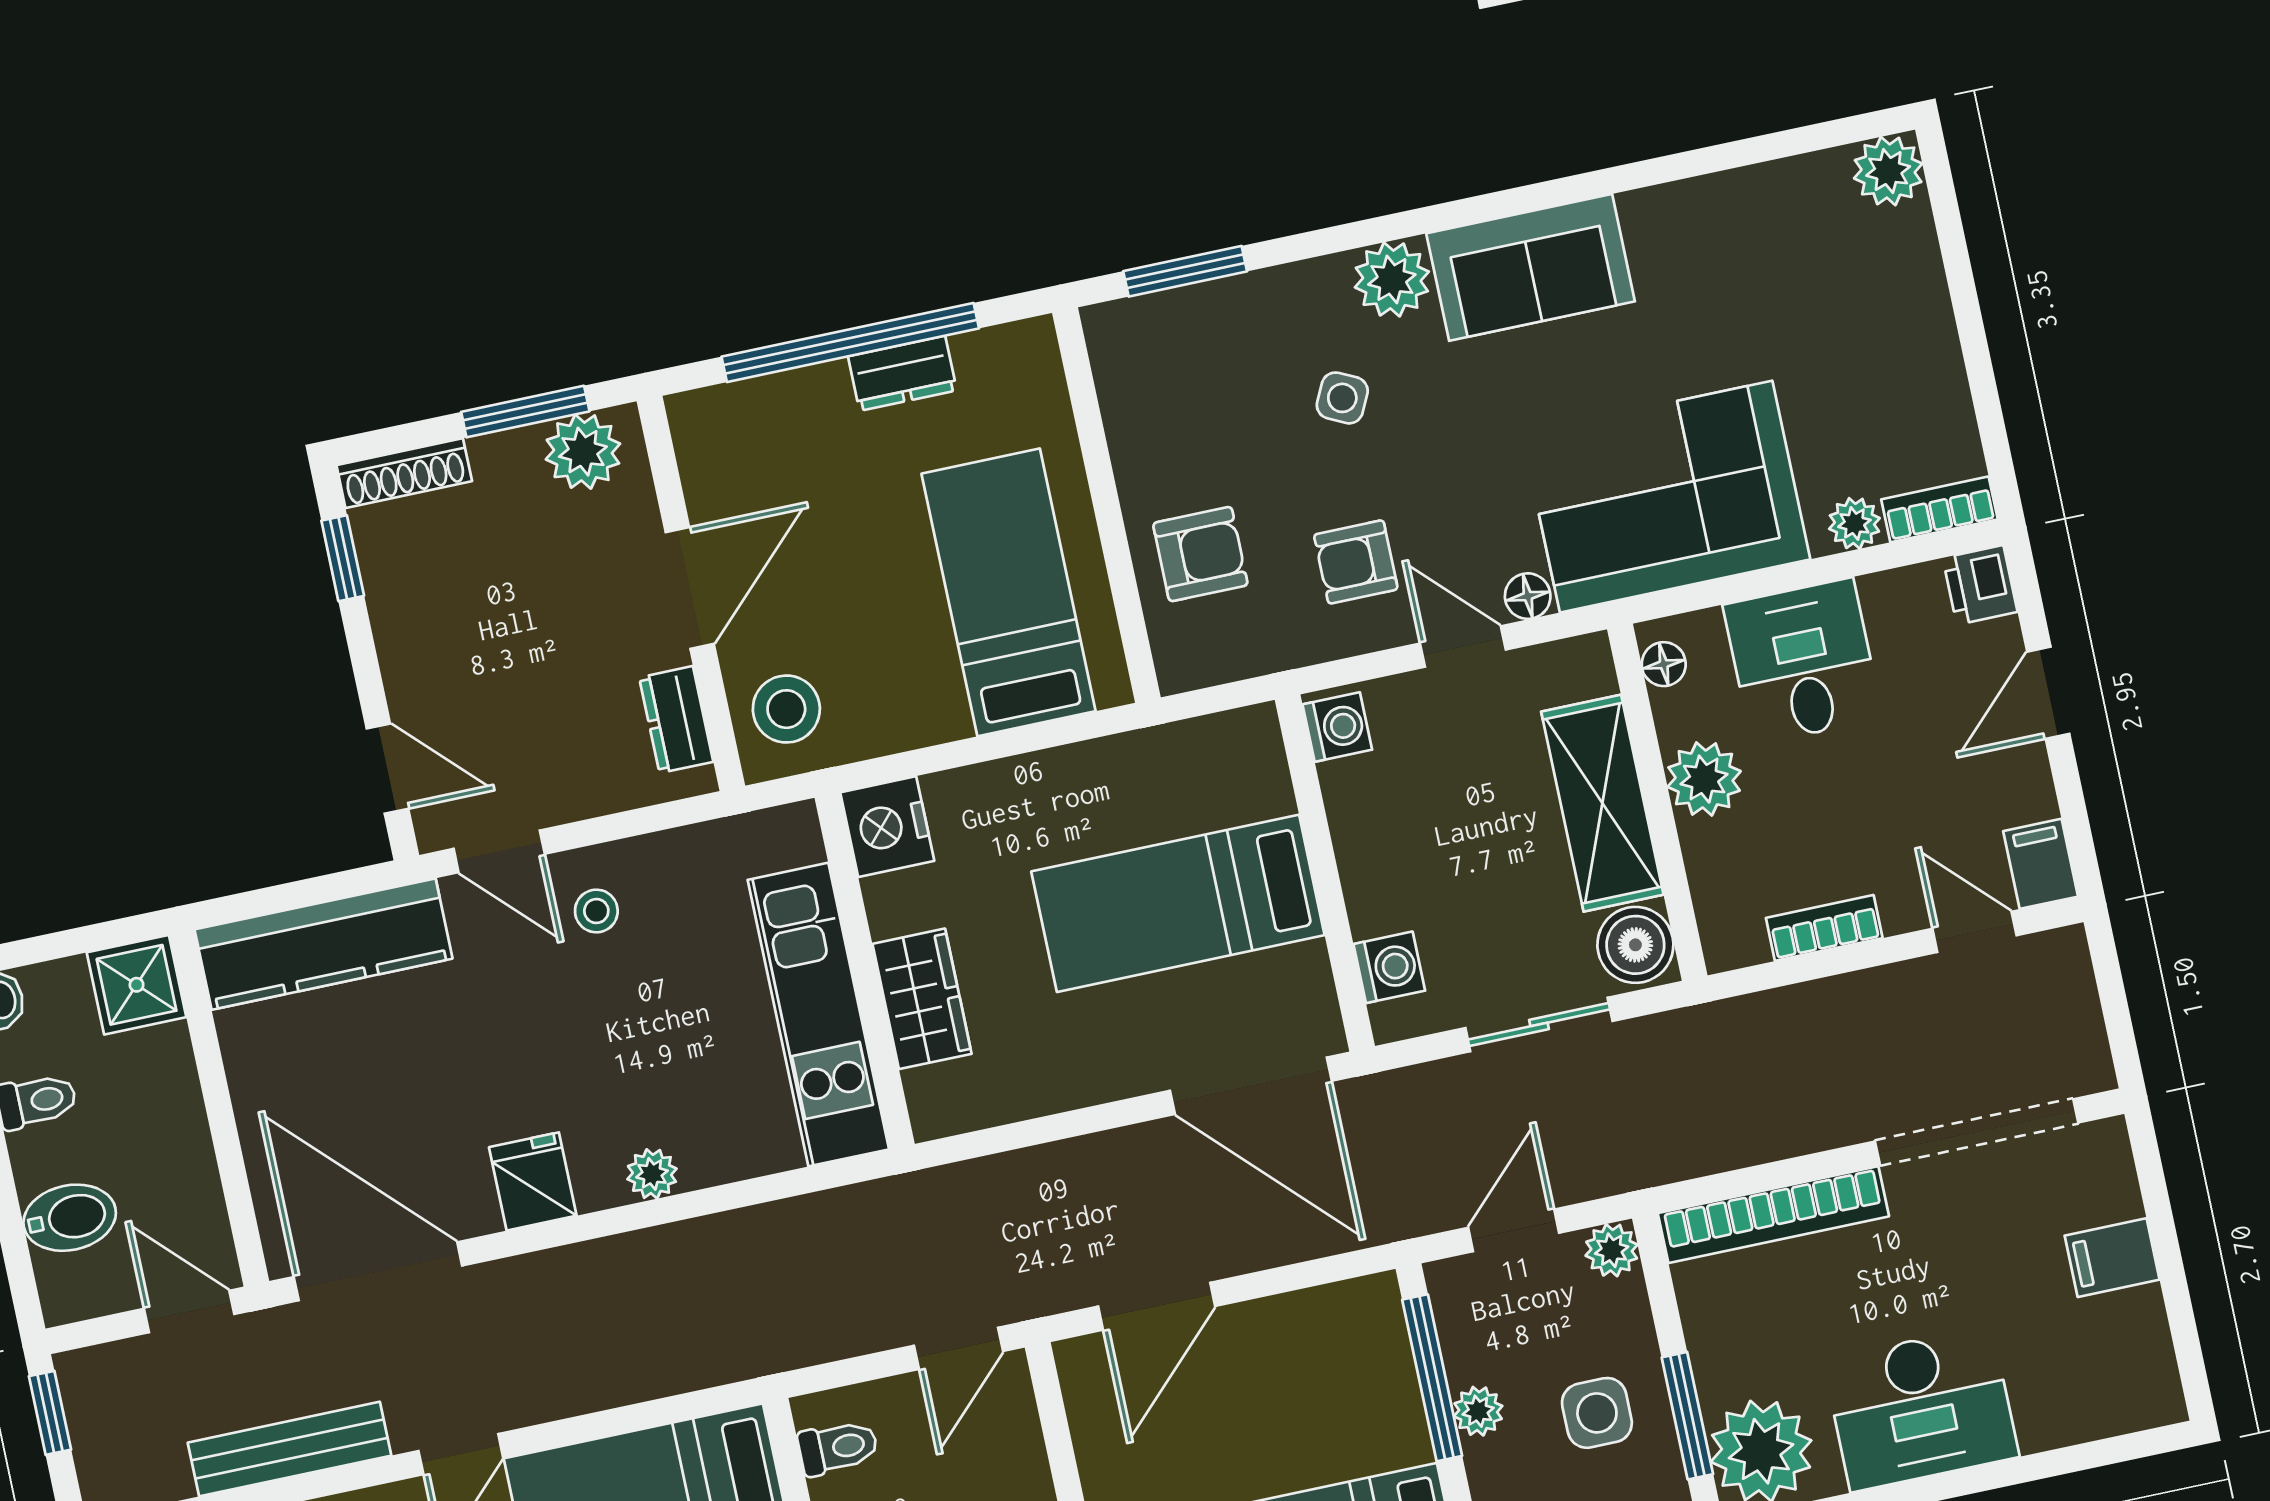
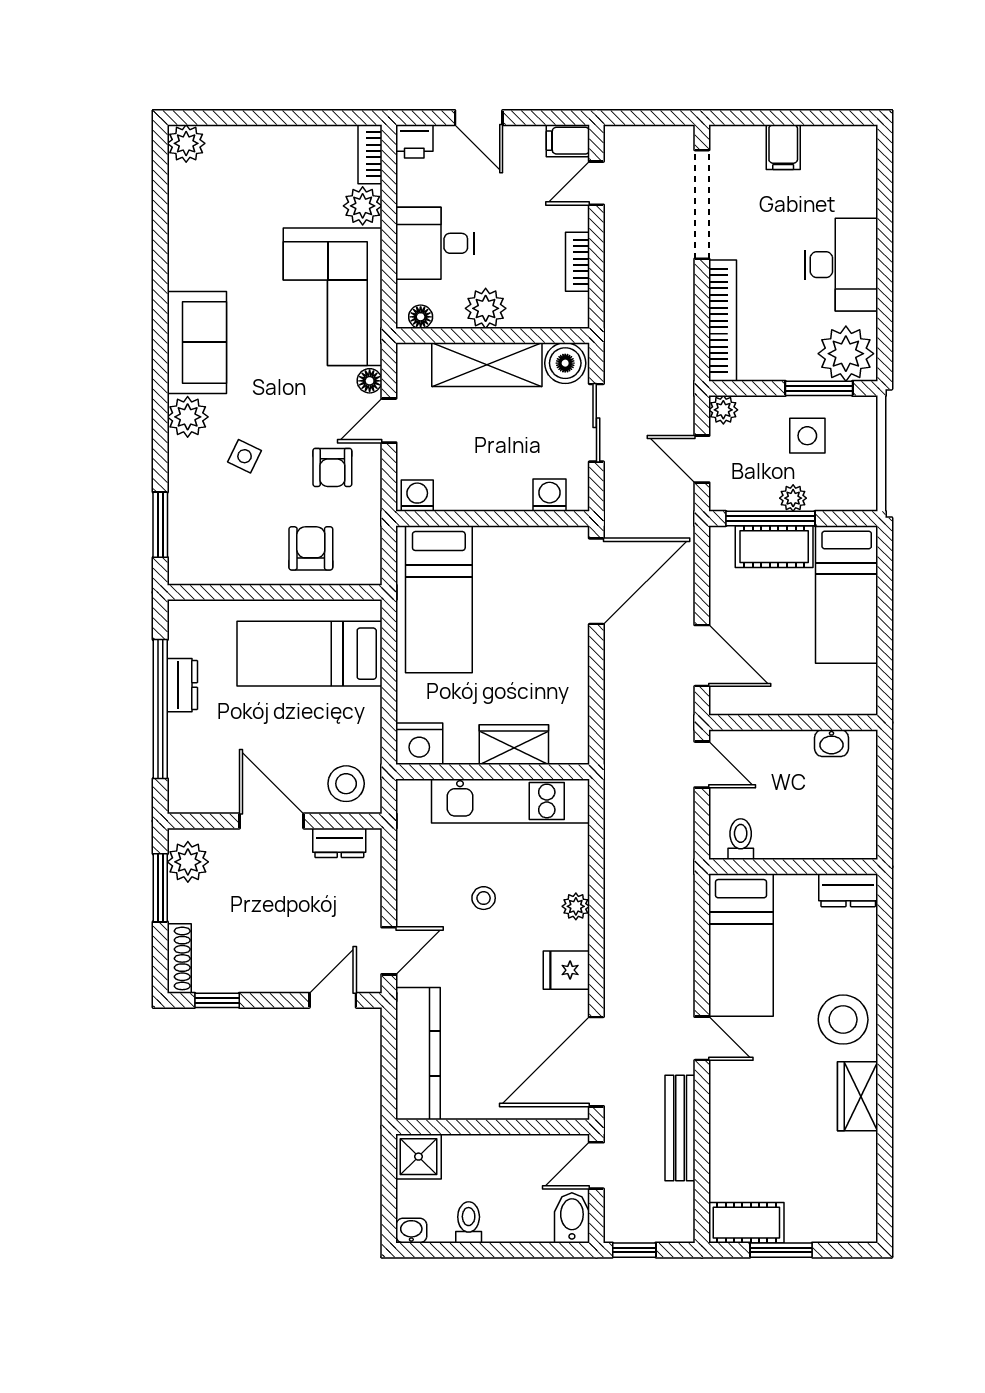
plant: (1854, 523) -> (363, 206), width x1.38, depth x1.38
bed: (1178, 903) -> (439, 599), moved
stool: (596, 911) -> (484, 898), moved
bidet: (70, 1218) -> (572, 1218), moved
cot: (1383, 1395) -> (774, 547), added

